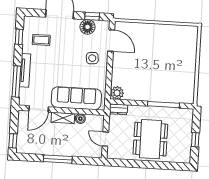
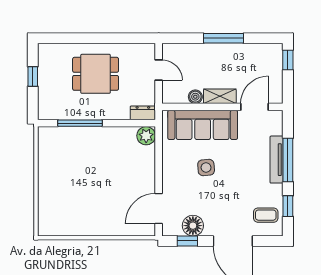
coffee table: (41, 40) -> (266, 215), moved
door: (111, 40) -> (159, 209), hinge flipped
side table: (92, 58) -> (206, 168), moved
window: (16, 81) -> (288, 160), moved
dining table: (150, 139) -> (96, 74), width x0.73

